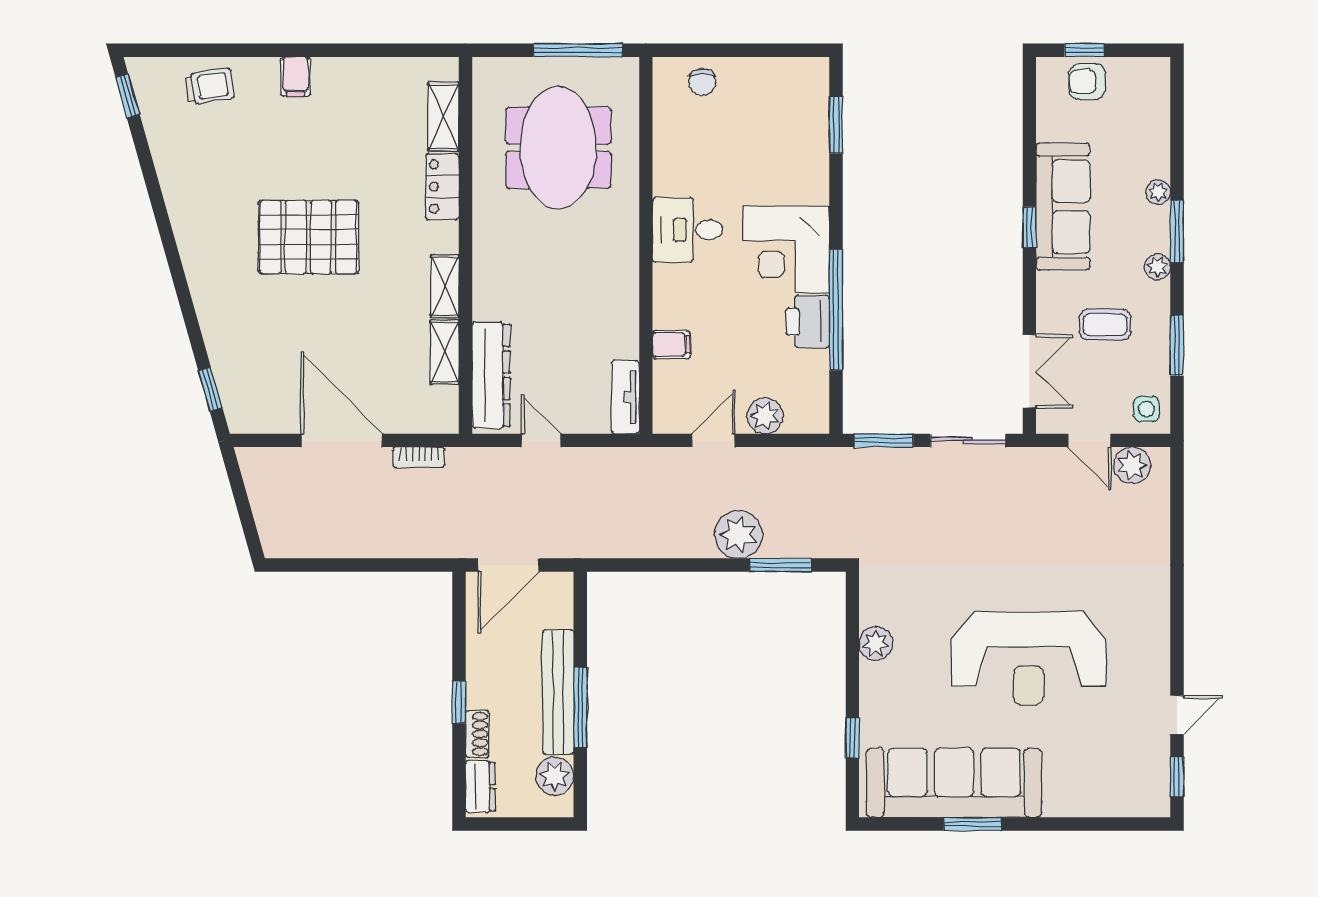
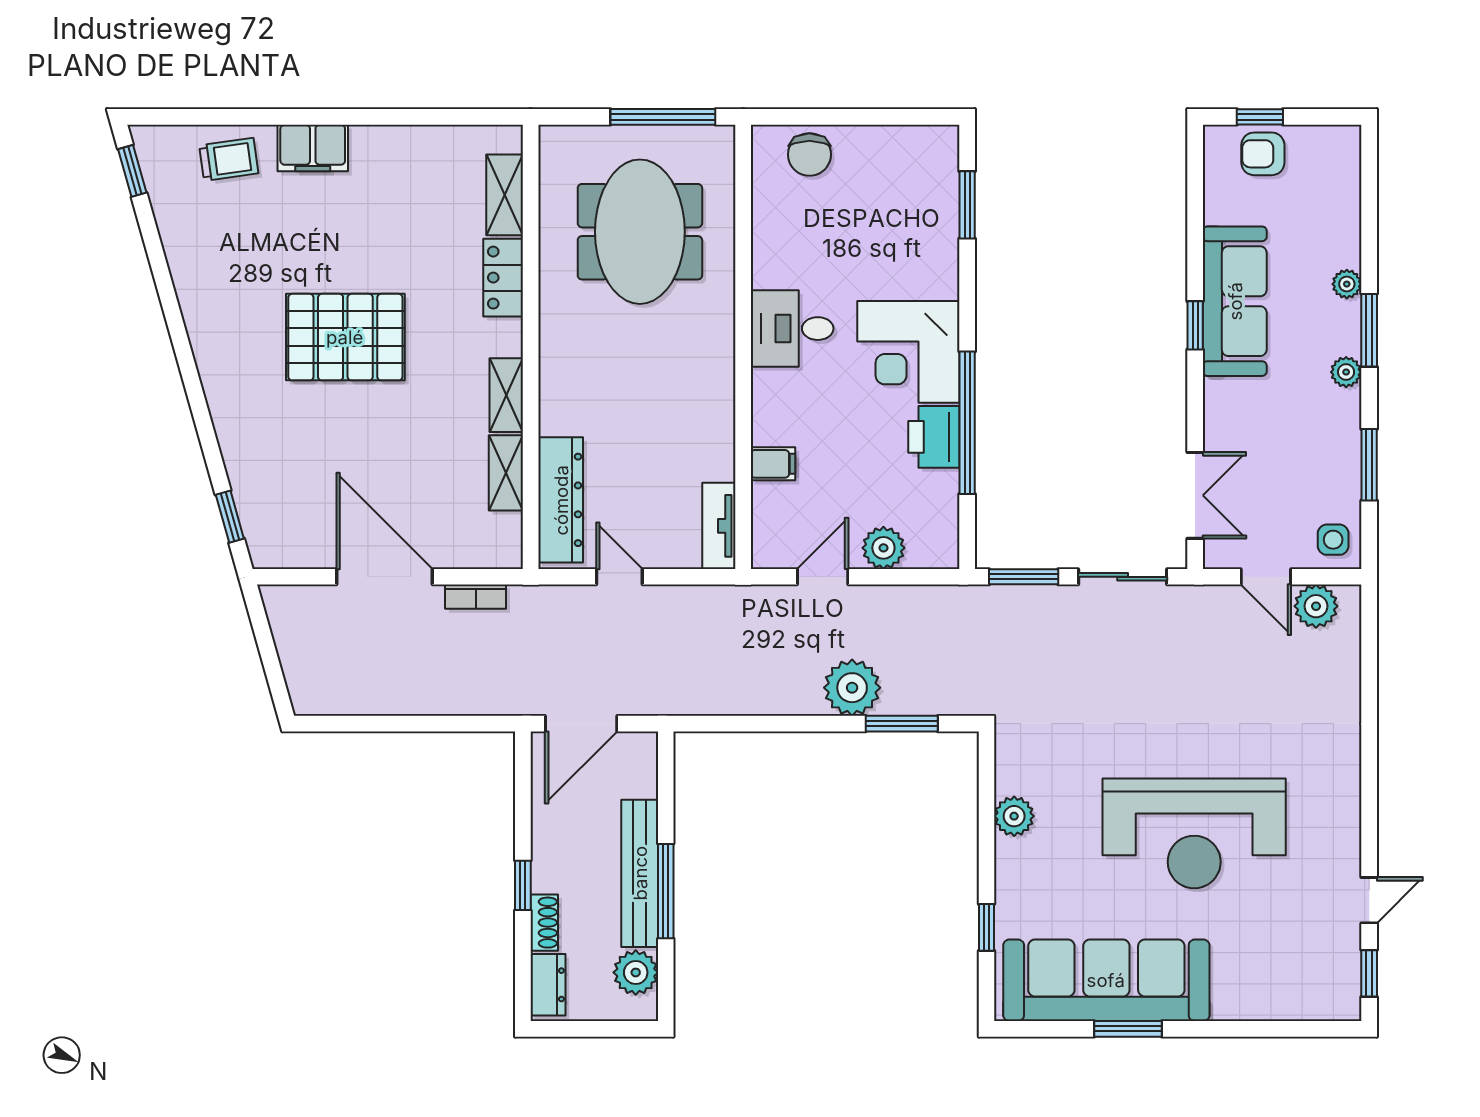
filing cabinet: (296, 77) -> (313, 148), width x2.00
chair: (702, 82) -> (809, 155), width x1.37, depth x1.37
coffee table: (1105, 325) -> (1284, 440), removed

